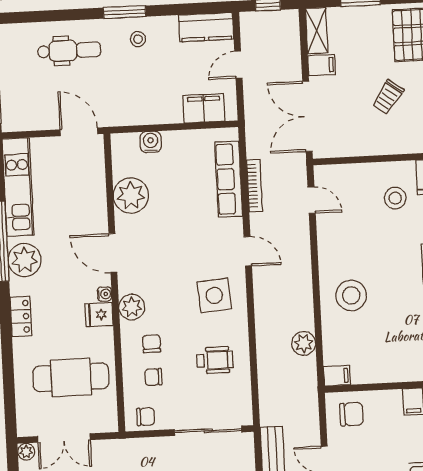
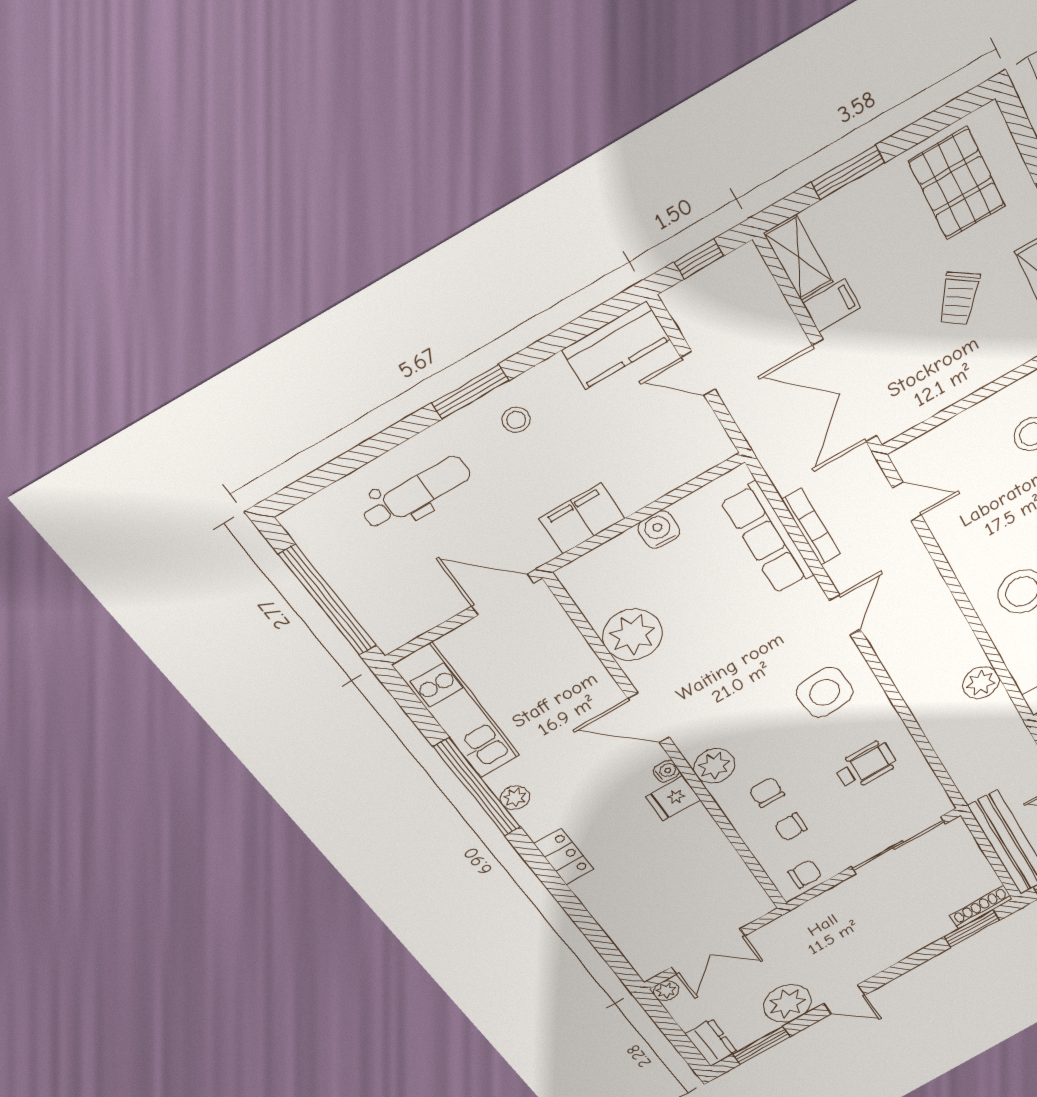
door: (238, 65) -> (698, 374), hinge flipped
filing cabinet: (204, 108) -> (582, 518), moved
water cooler: (151, 142) -> (659, 530), moved
door: (248, 251) -> (845, 615), hinge flipped
plant: (25, 260) -> (515, 798), width x0.53, depth x0.53
cafe table: (71, 377) -> (677, 885), removed

